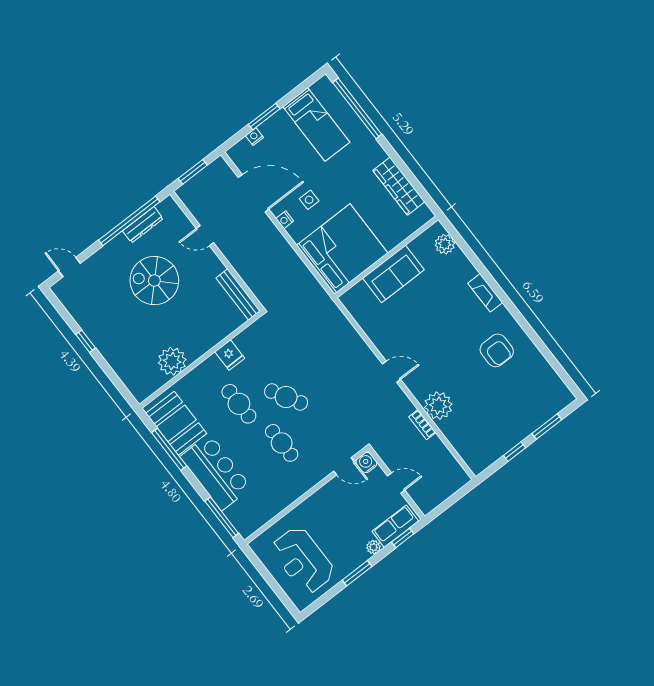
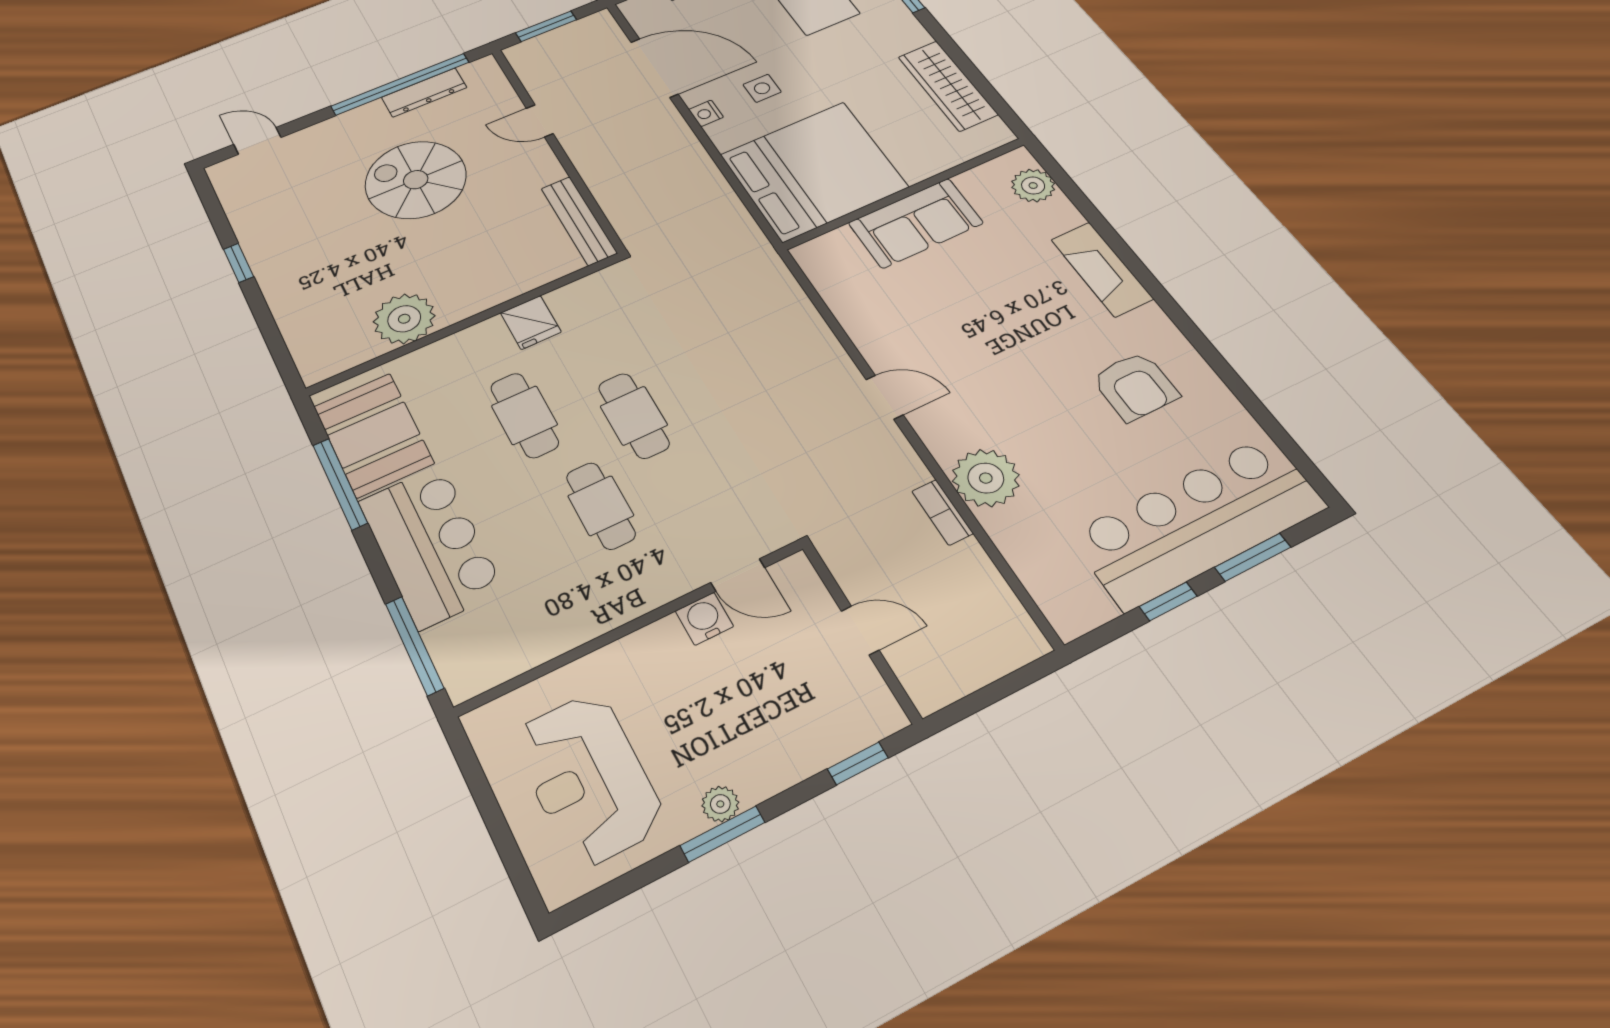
fireplace: (485, 293) -> (1102, 269), width x1.37, depth x1.32
cafe table: (286, 397) -> (634, 416), turned 30
bar counter: (525, 413) -> (1198, 521), added
water cooler: (366, 463) -> (704, 619), moved
row of seats: (395, 526) -> (843, 731), removed
plant: (373, 547) -> (720, 804), moved

